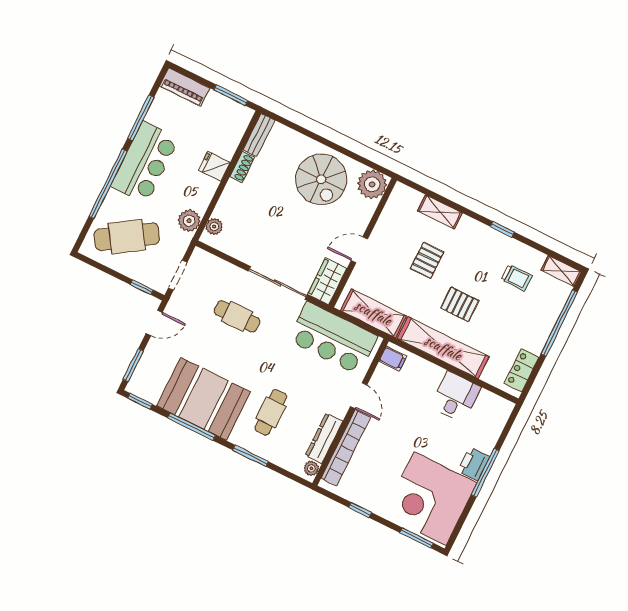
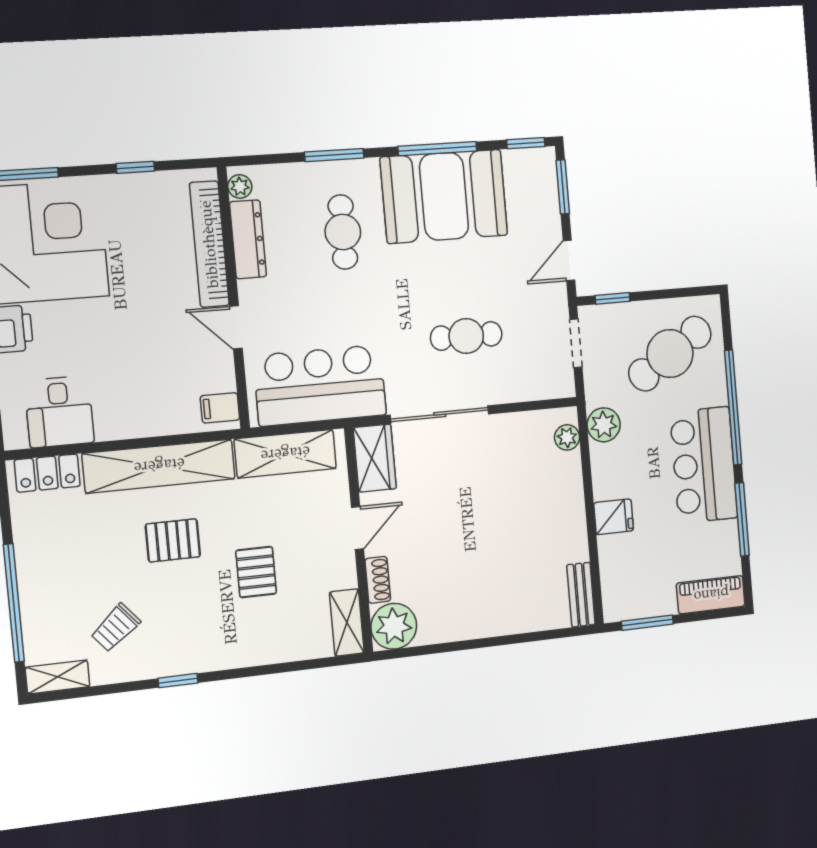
shoe rack: (242, 167) -> (378, 580), moved, turned 180
spiral stairs: (321, 179) -> (465, 589), removed
shelving: (440, 212) -> (347, 622), moved, turned 90
trolley: (517, 278) -> (116, 628), turned -40
locker: (522, 370) -> (47, 473), moved, turned 90
desk: (455, 397) -> (59, 412), moved

